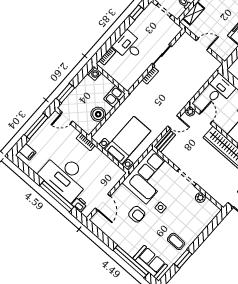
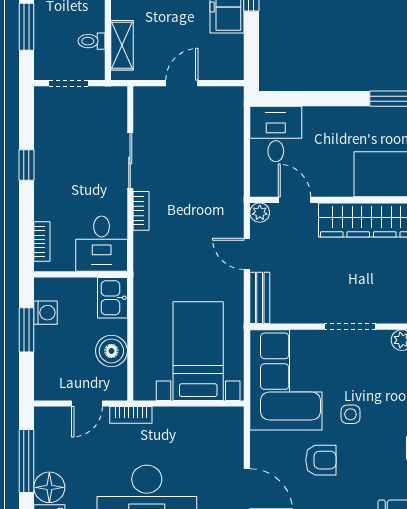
window: (137, 12) -> (26, 165), moved
desk: (128, 46) -> (102, 244), moved, turned -90
washing machine: (94, 73) -> (46, 313), moved
window: (65, 93) -> (26, 330), moved
door: (66, 118) -> (87, 403), moved
door: (173, 122) -> (247, 254), swing flipped
floor lamp: (36, 142) -> (49, 487), added

